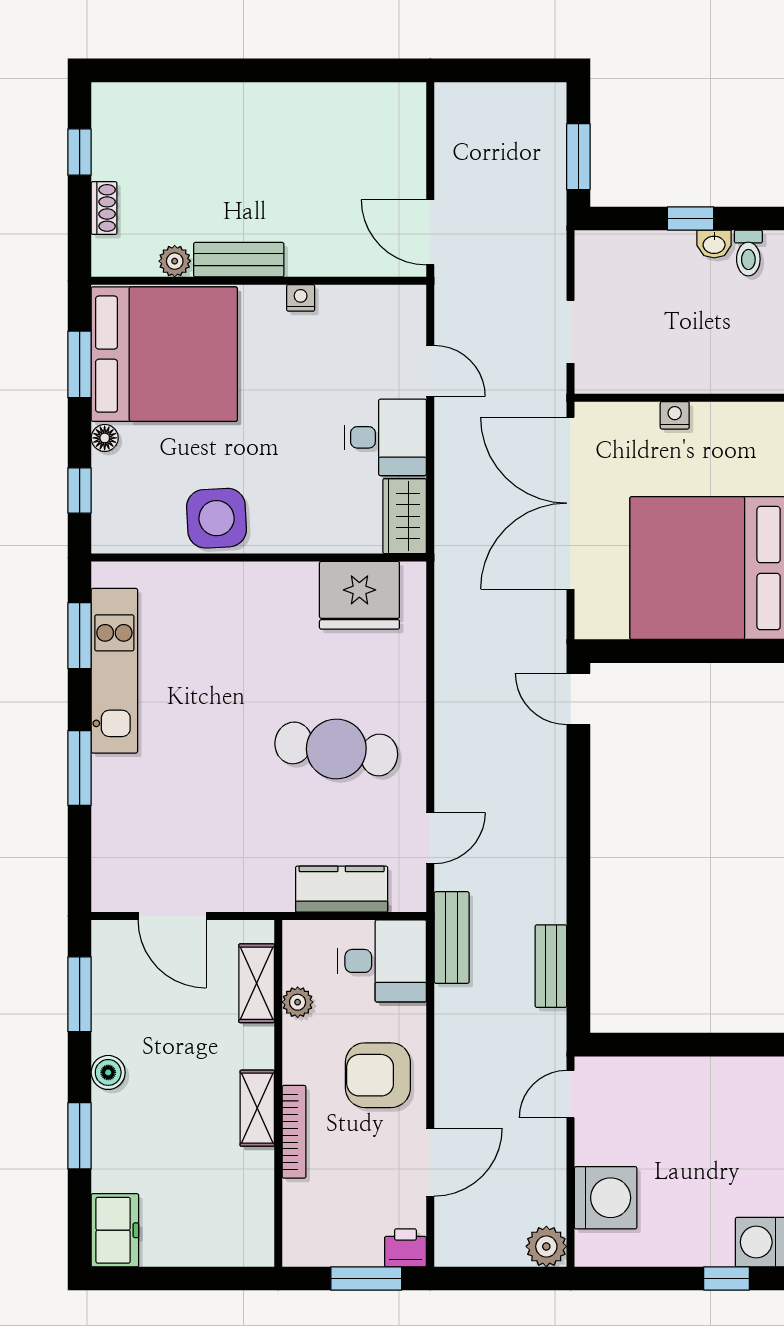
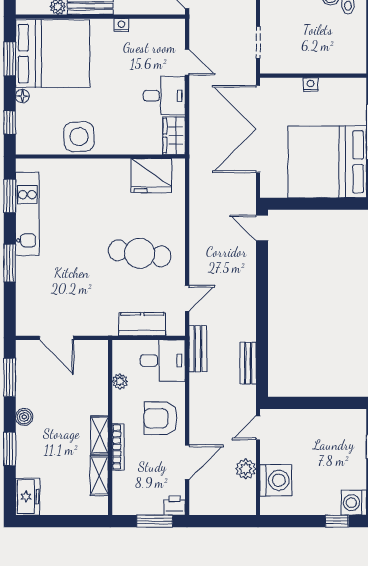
shelving: (257, 983) -> (99, 476), moved
plant: (546, 1246) -> (246, 469), moved

